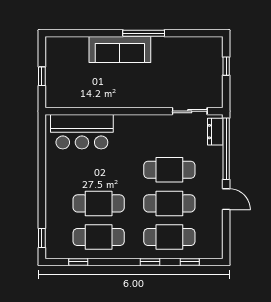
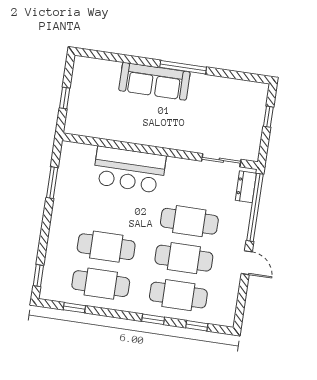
bar counter: (82, 132) -> (129, 170), moved
window: (42, 153) -> (52, 183), added

